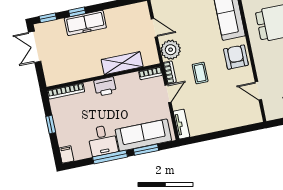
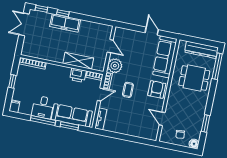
printer: (105, 87) -> (78, 75), moved

